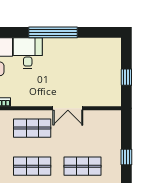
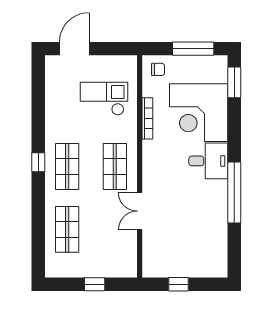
window: (126, 157) -> (95, 284), moved

